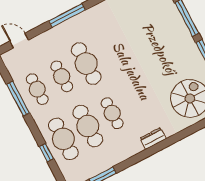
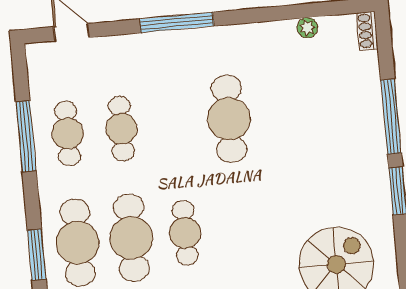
cafe table: (86, 64) -> (229, 119), moved
window: (46, 153) -> (37, 255), width x1.50

